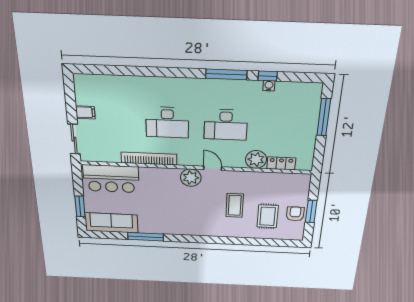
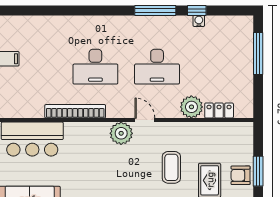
armchair: (295, 214) -> (241, 175), turned -90

